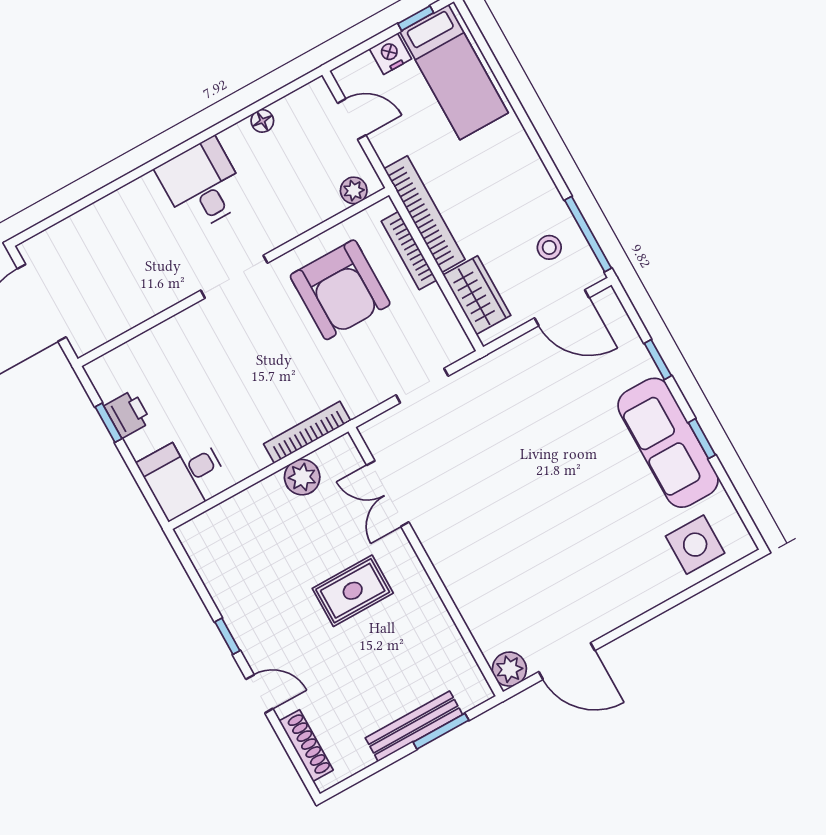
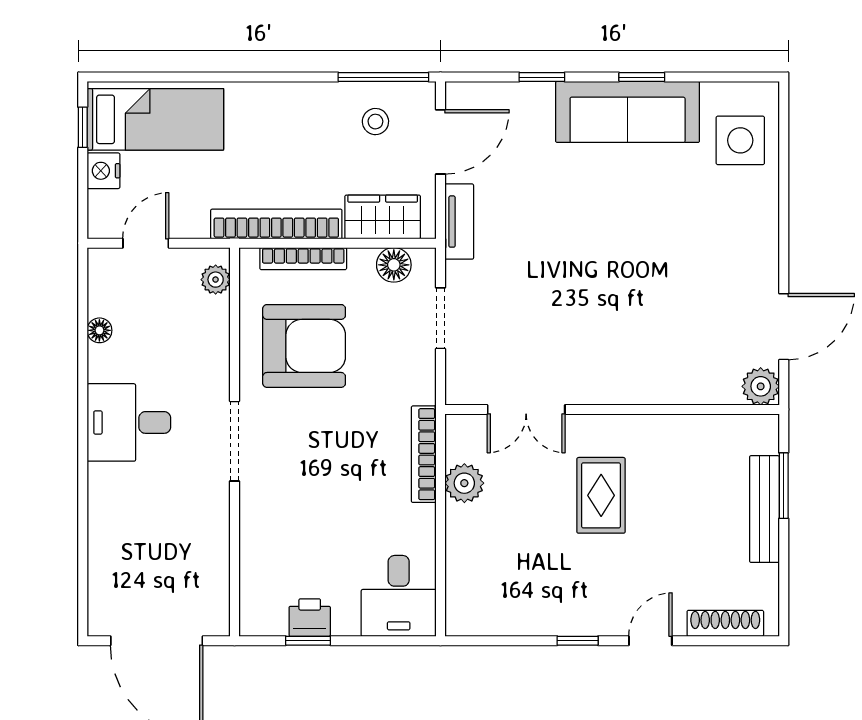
floor lamp: (444, 325) -> (394, 265), added
tv unit: (507, 358) -> (459, 222), added

